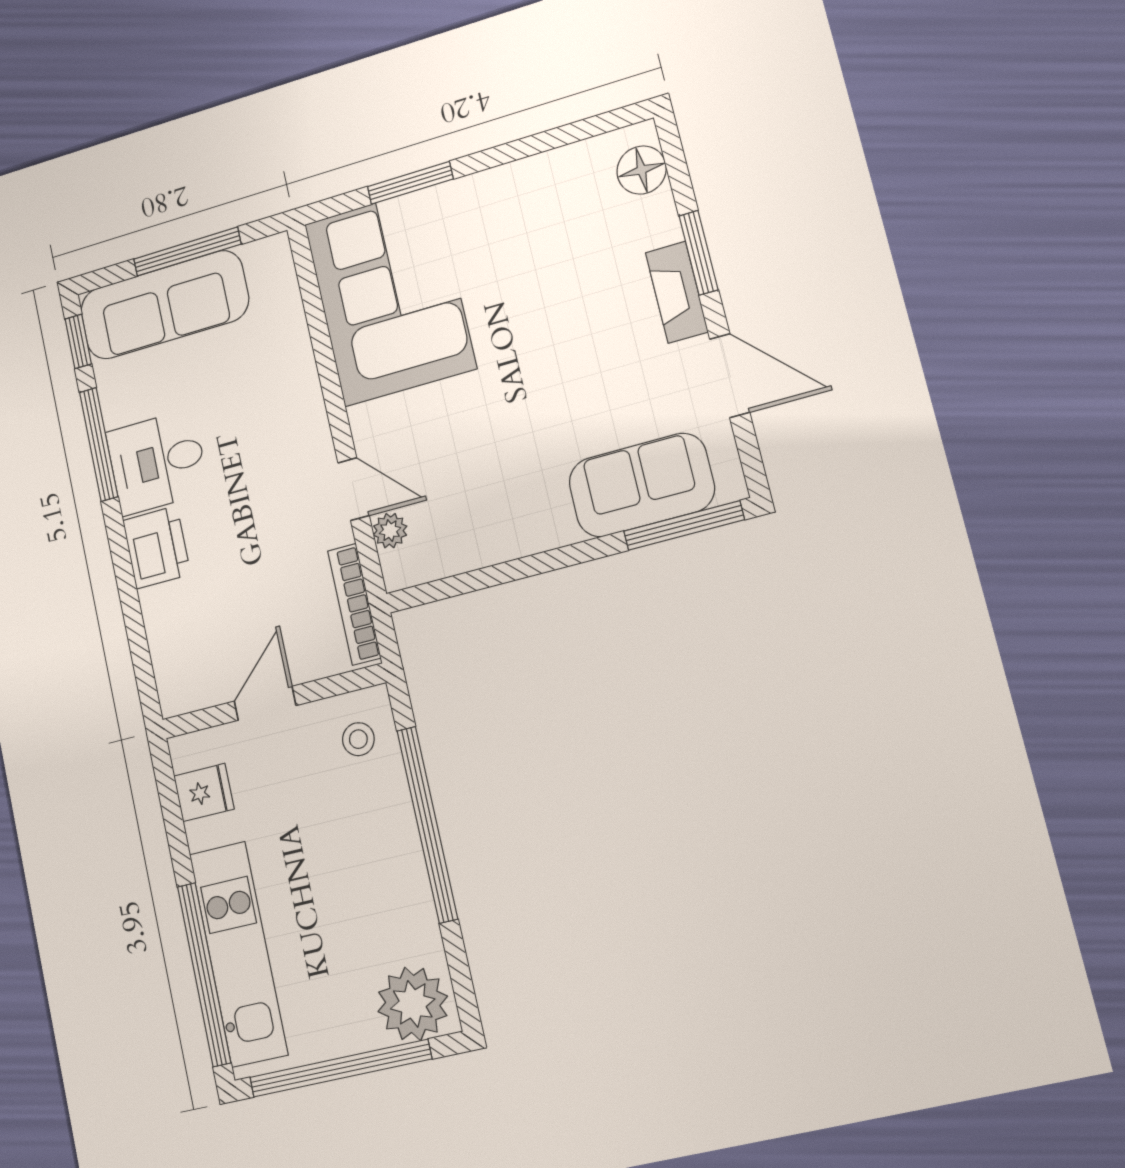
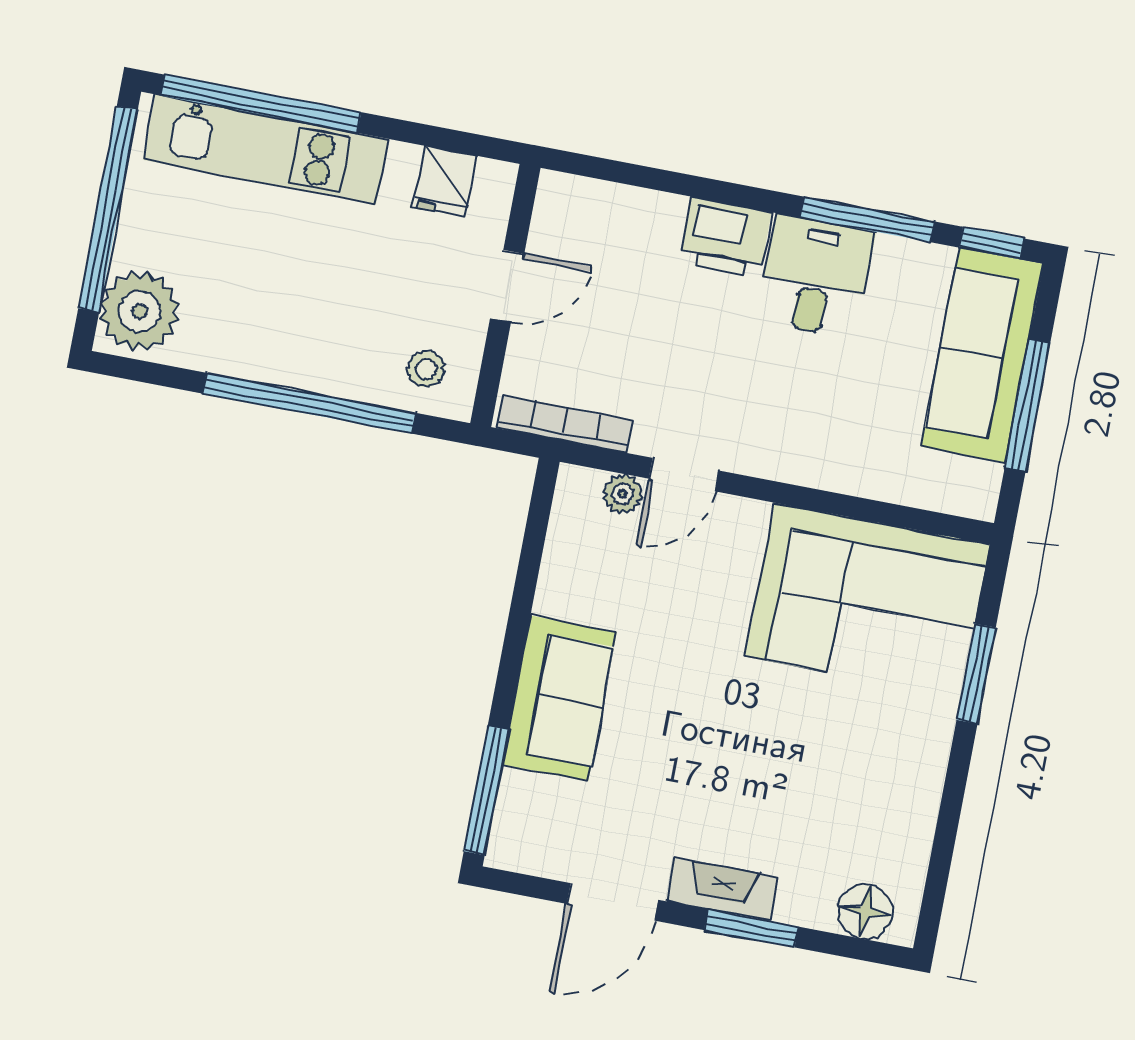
sofa: (641, 485) -> (559, 698), moved
door: (265, 703) -> (507, 286), hinge flipped

